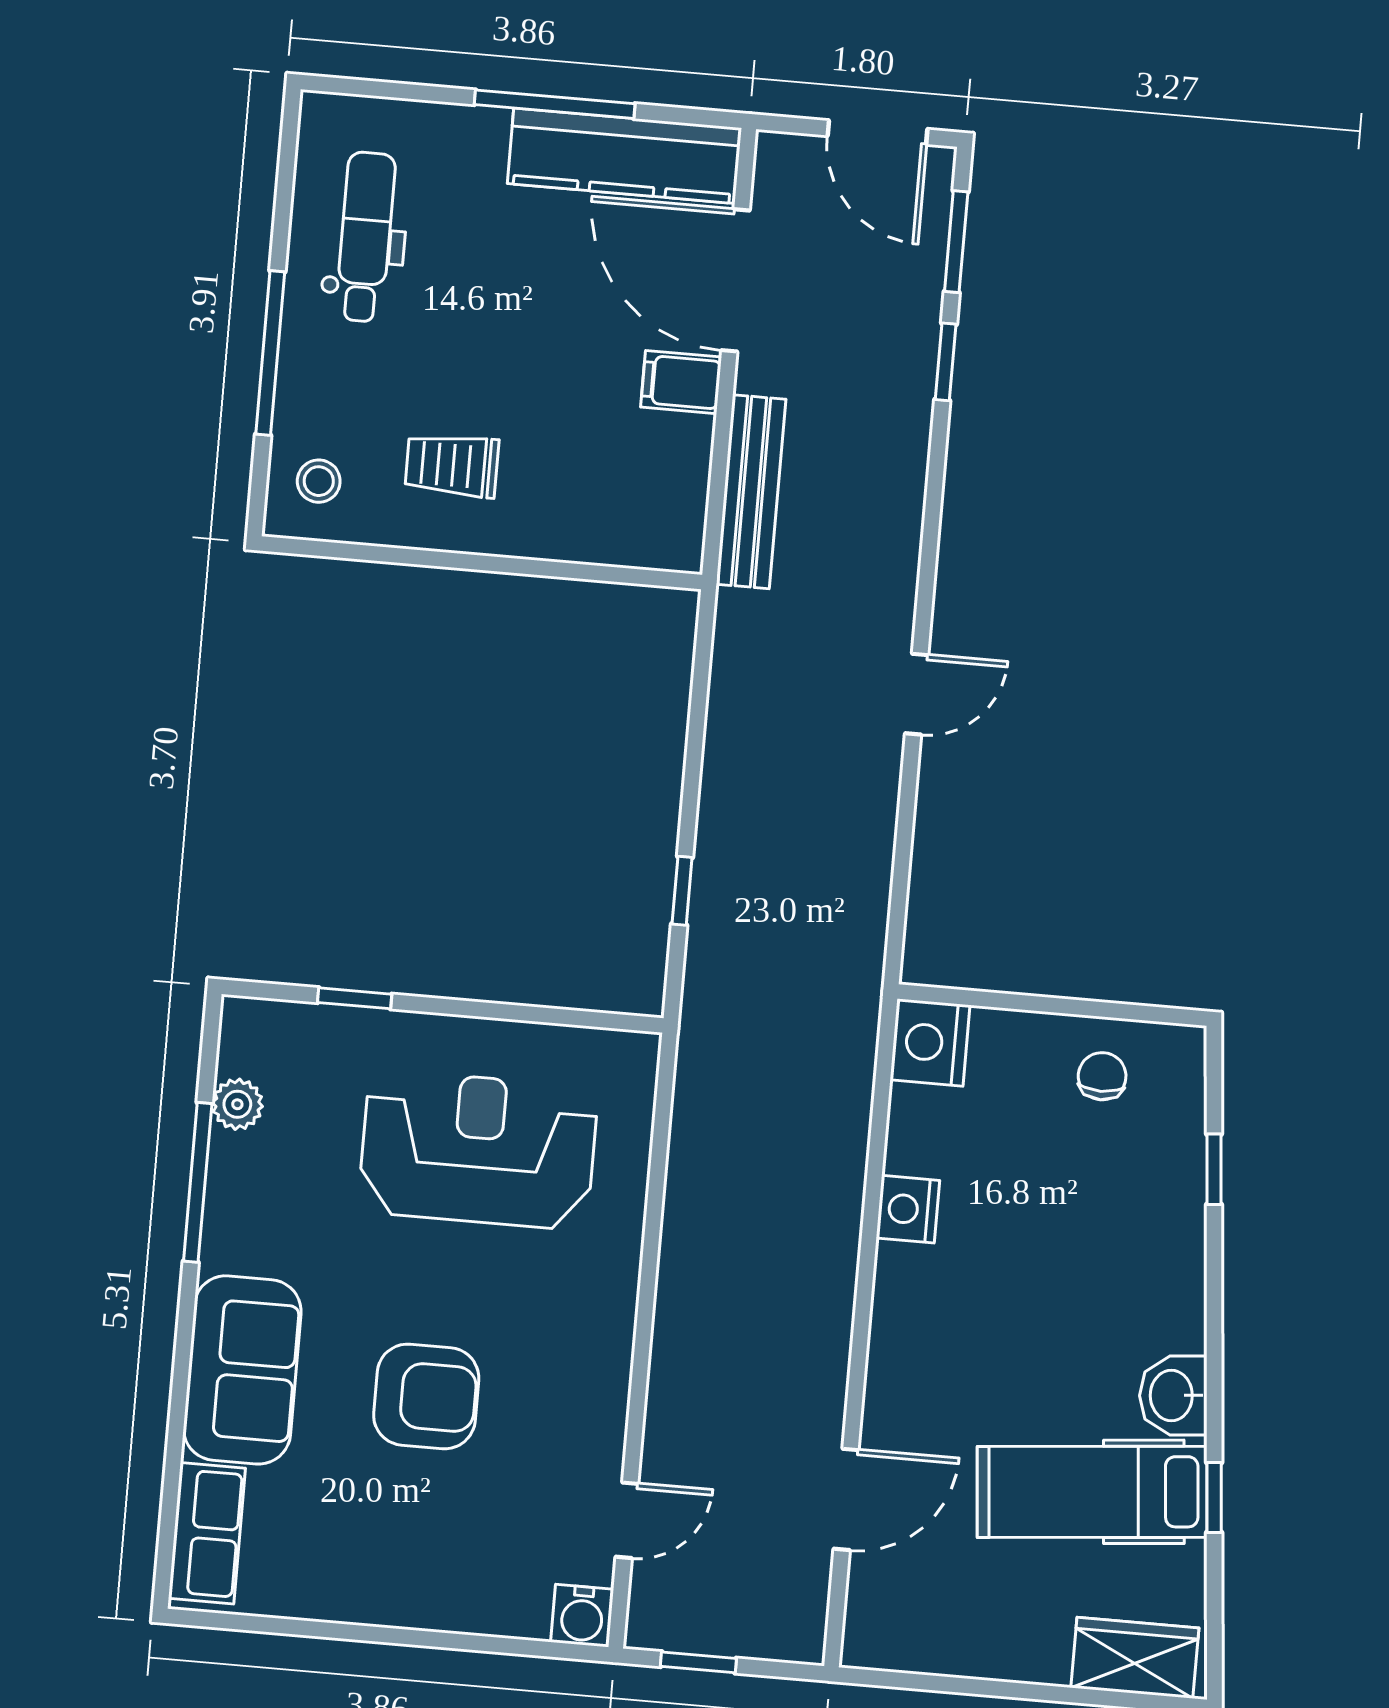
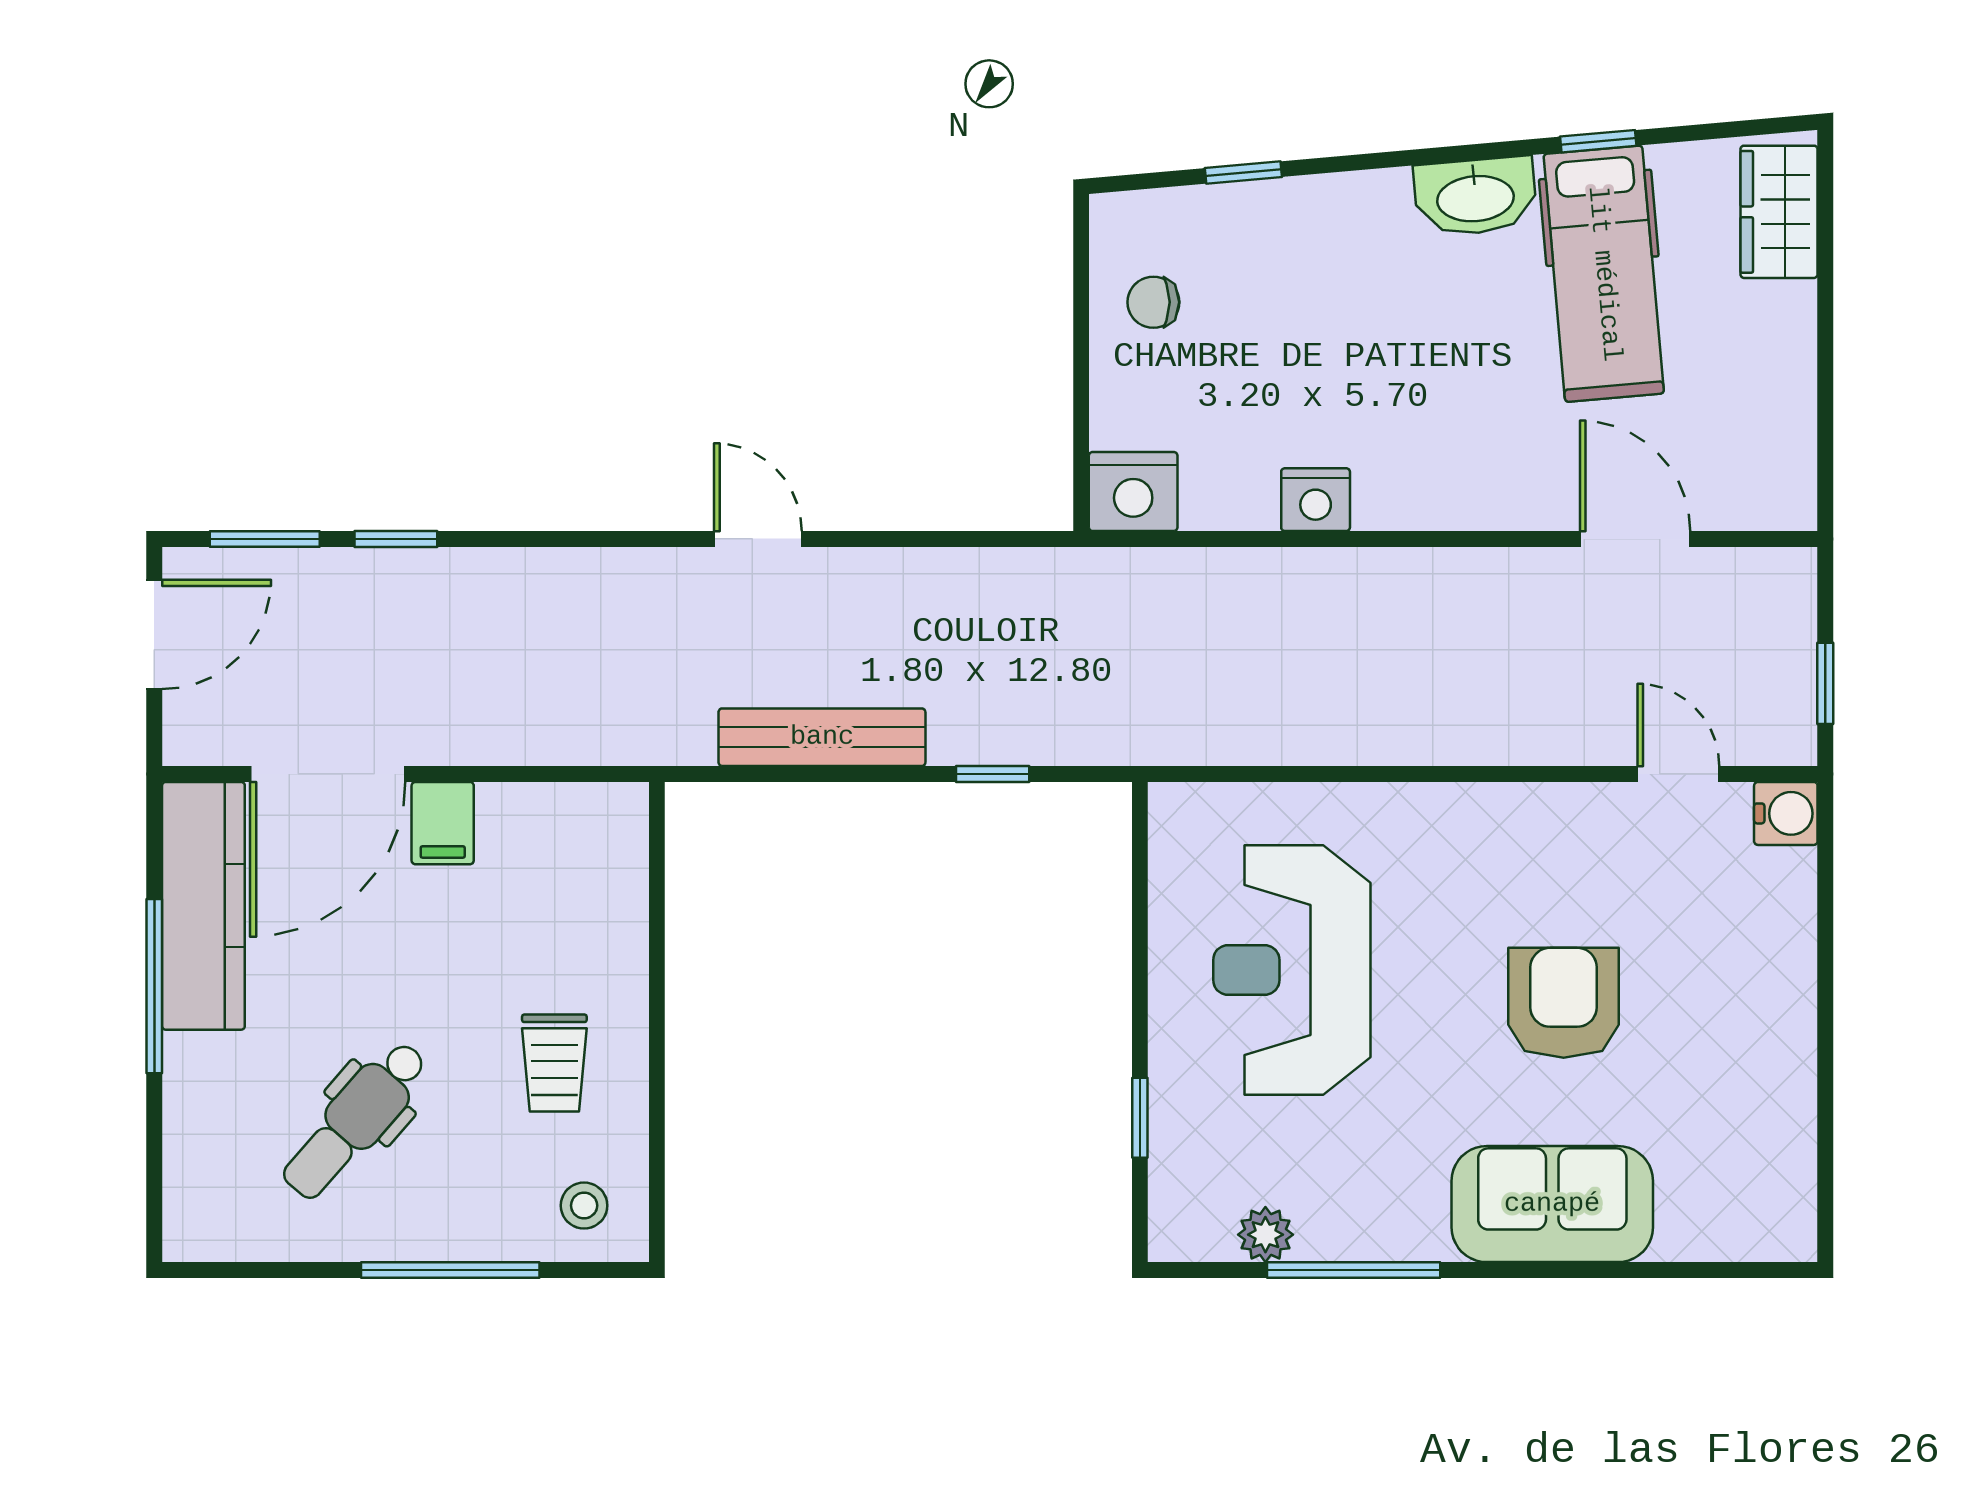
dental chair: (366, 237) -> (355, 1120), moved, turned -49
bench: (751, 492) -> (822, 737), moved
washbasin: (1173, 1395) -> (1475, 197), width x1.38
row of seats: (207, 1533) -> (1732, 1227), removed

